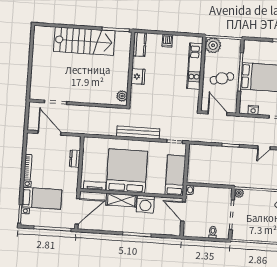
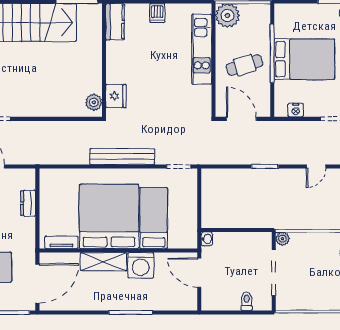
fridge: (138, 76) -> (116, 96), moved
bed: (175, 175) -> (154, 218), moved

